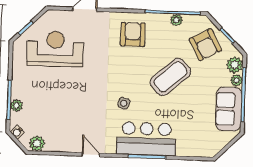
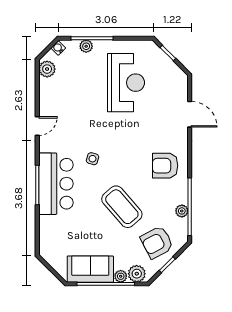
armchair: (133, 34) -> (165, 166), turned 180
reception desk: (55, 49) -> (126, 83), moved

